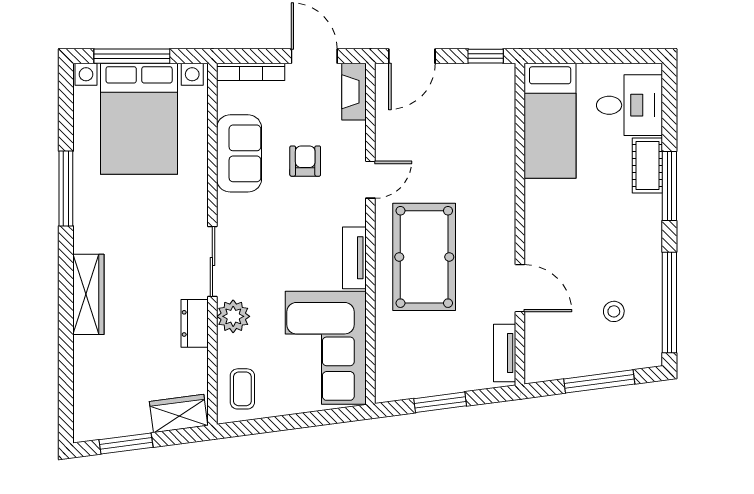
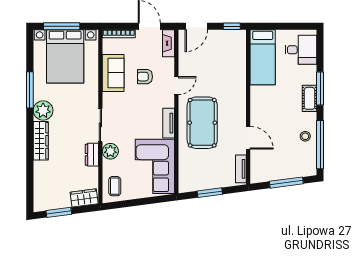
armchair: (305, 161) -> (145, 77), turned -90
cot: (647, 166) -> (309, 98), moved
plant: (93, 232) -> (43, 111), added
stool: (614, 311) -> (305, 136), moved

